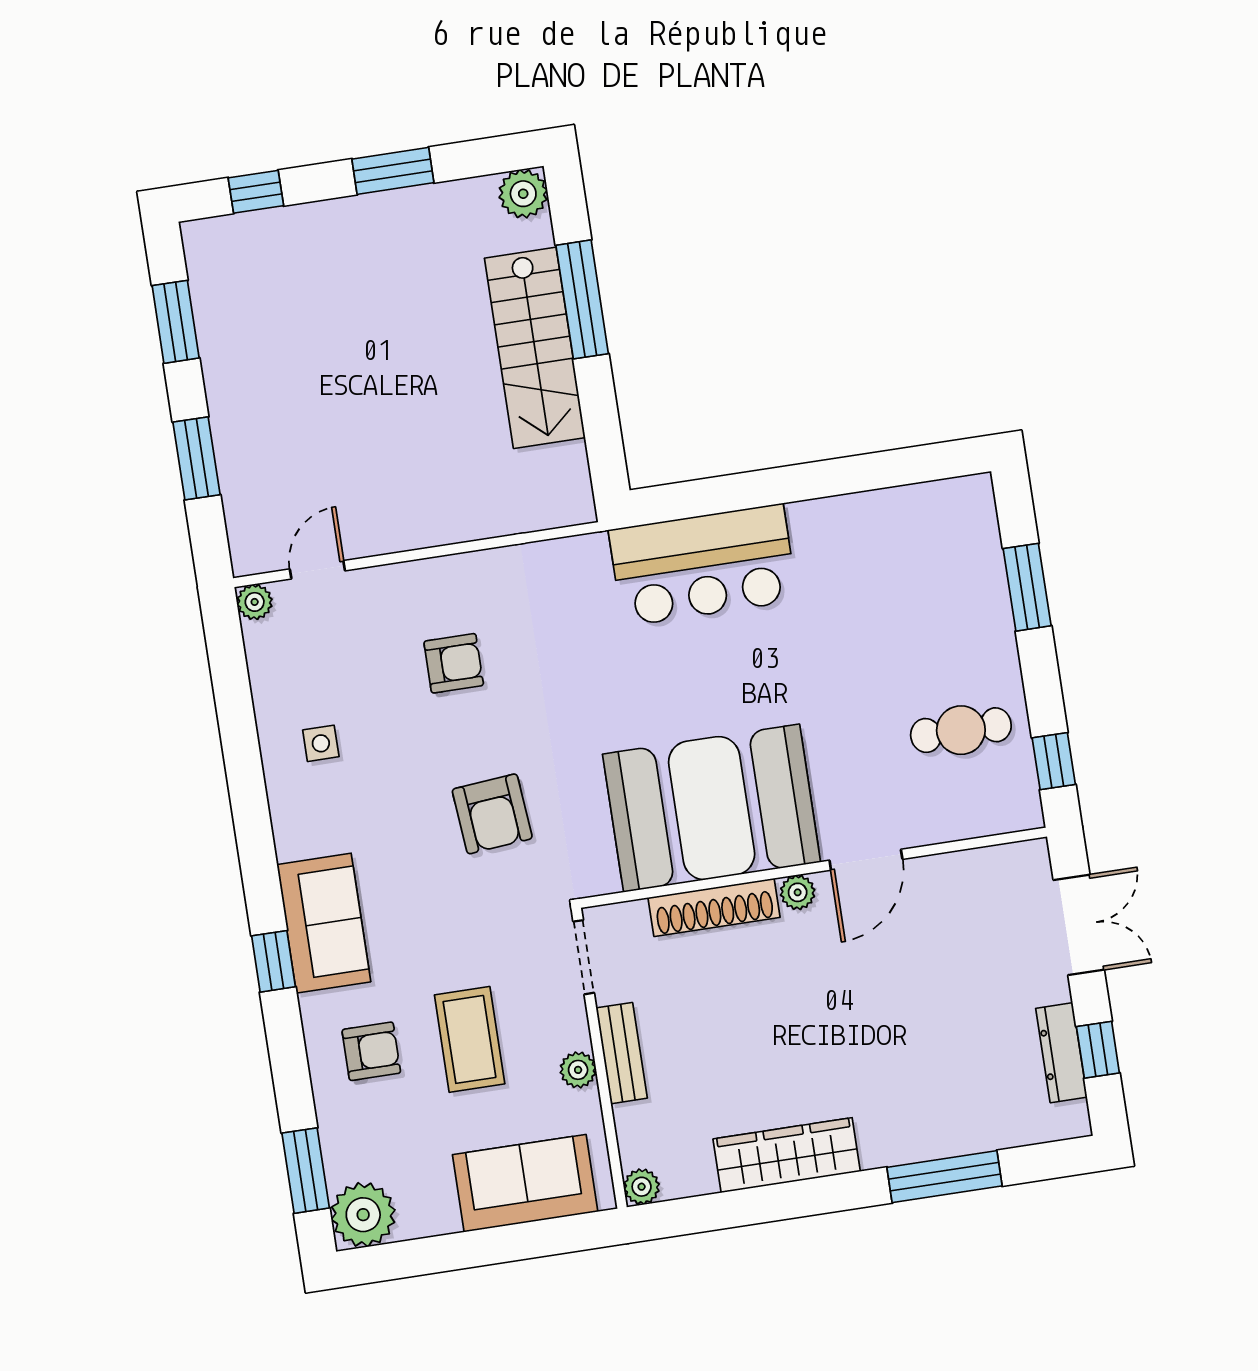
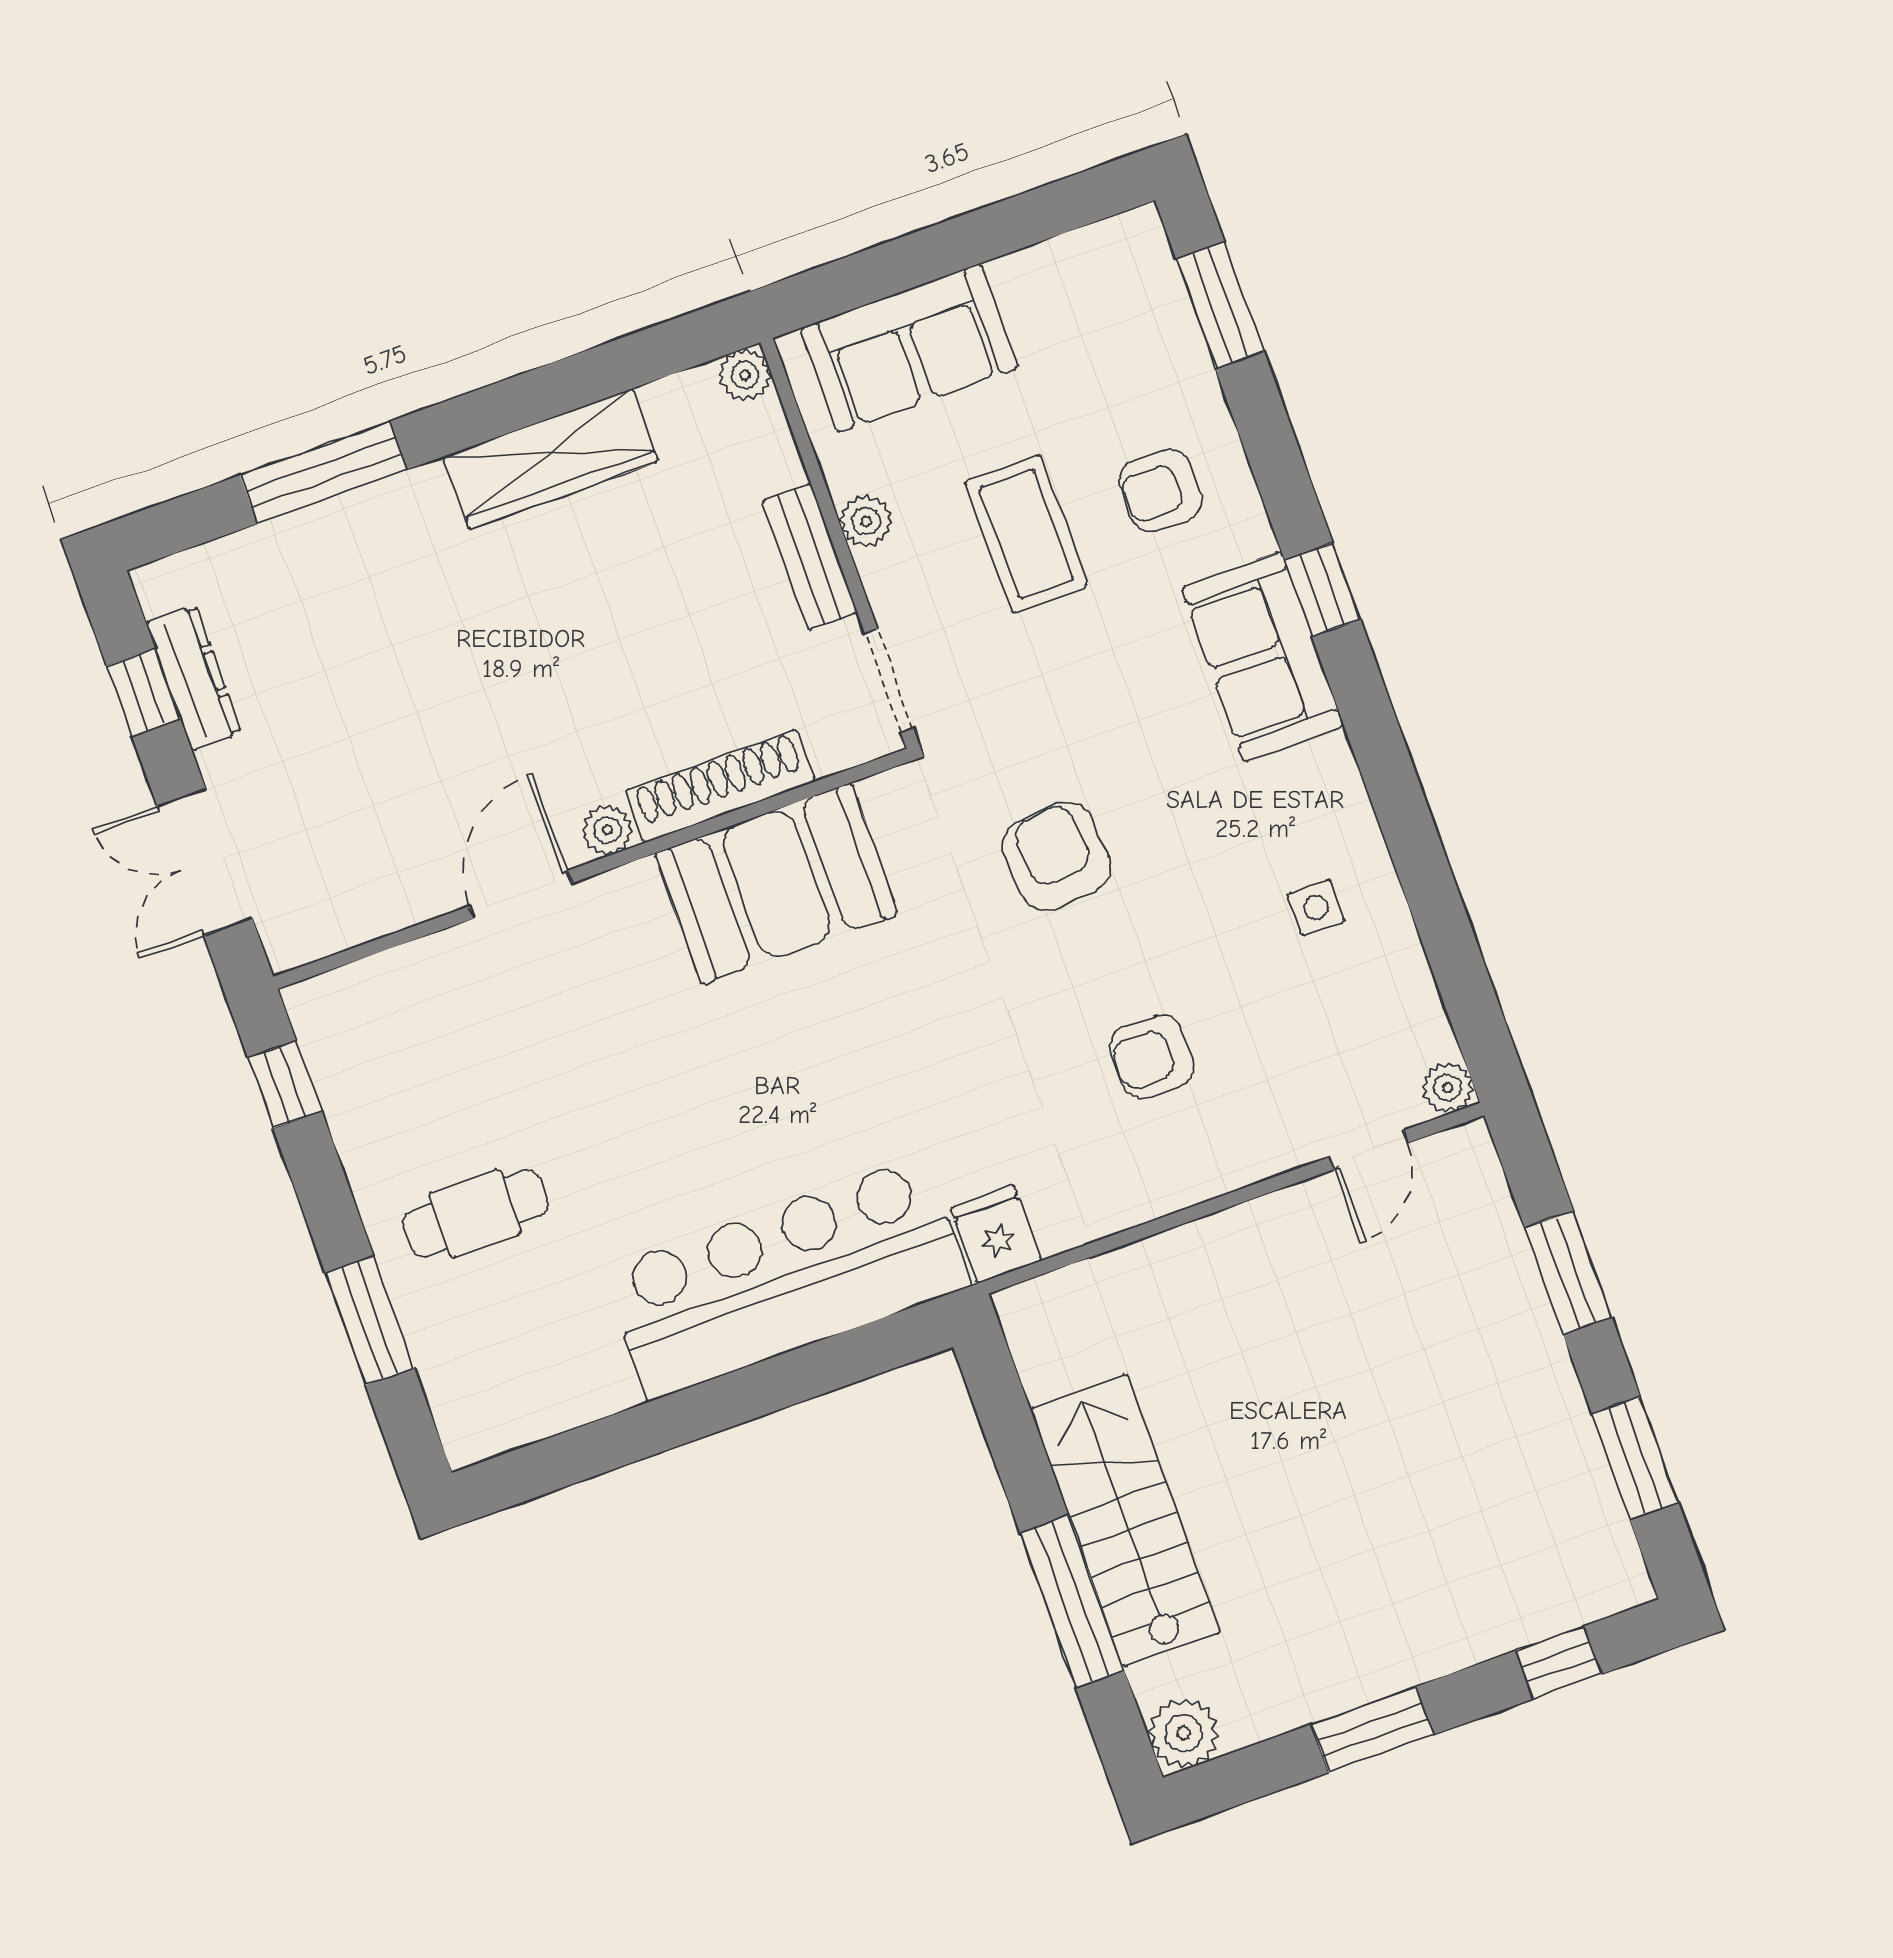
fridge: (585, 562) -> (996, 1234), added
bar counter: (703, 565) -> (787, 1278), width x1.36
cafe table: (961, 730) -> (475, 1213), moved
booth: (712, 808) -> (776, 884), width x0.73, depth x0.70
plant: (363, 1215) -> (1127, 259), removed

